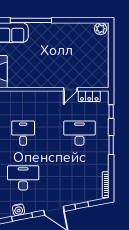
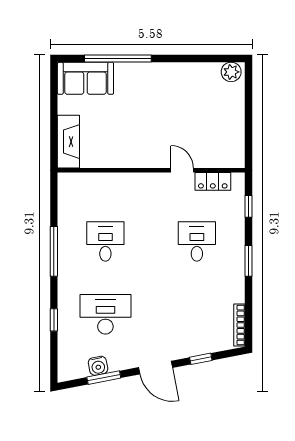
door: (70, 89) -> (182, 170), swing flipped
desk: (79, 133) -> (197, 241), width x0.73

